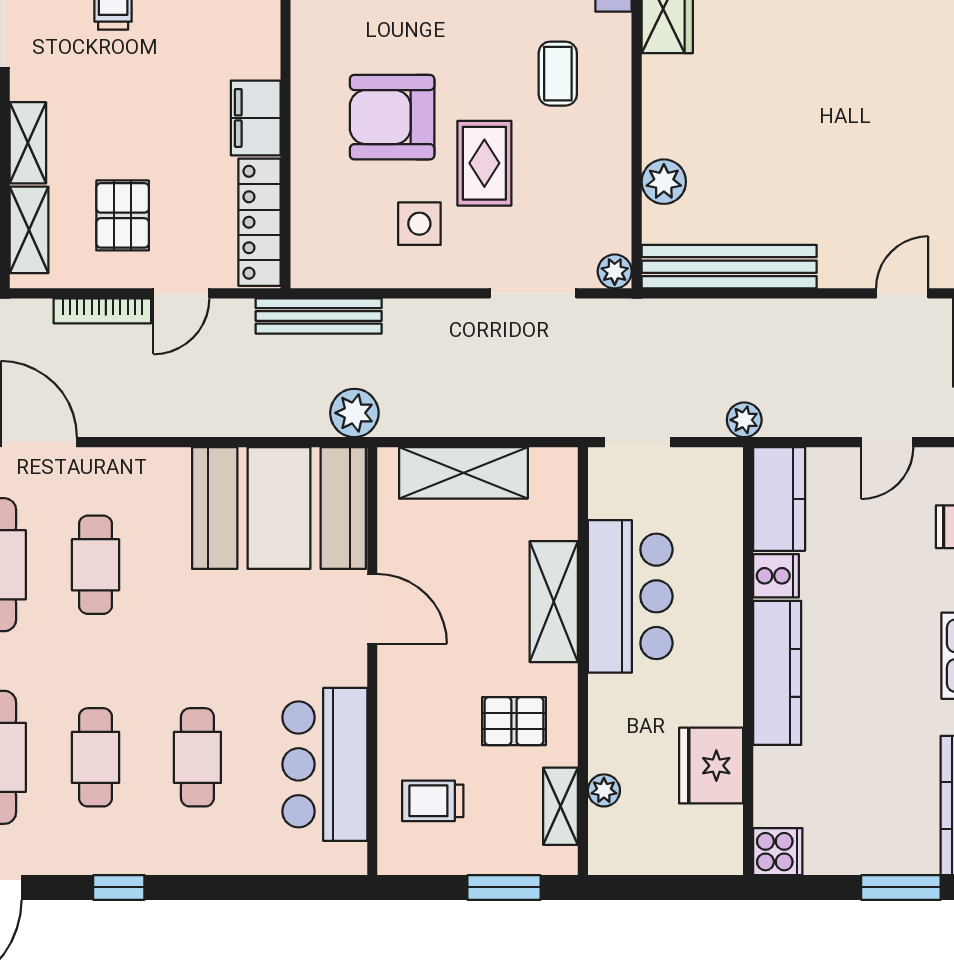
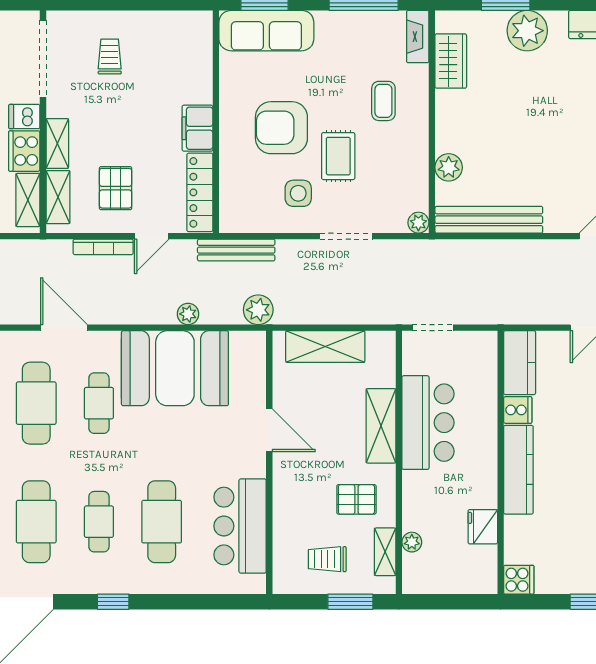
doorway: (533, 293) -> (346, 236), moved
plant: (744, 420) -> (188, 314), moved
booth: (279, 508) -> (175, 368), moved
cafe table: (197, 757) -> (162, 522), width x1.37, depth x1.35
fridge: (711, 766) -> (483, 527), width x0.73, depth x0.75
trolley: (433, 801) -> (327, 559), moved

